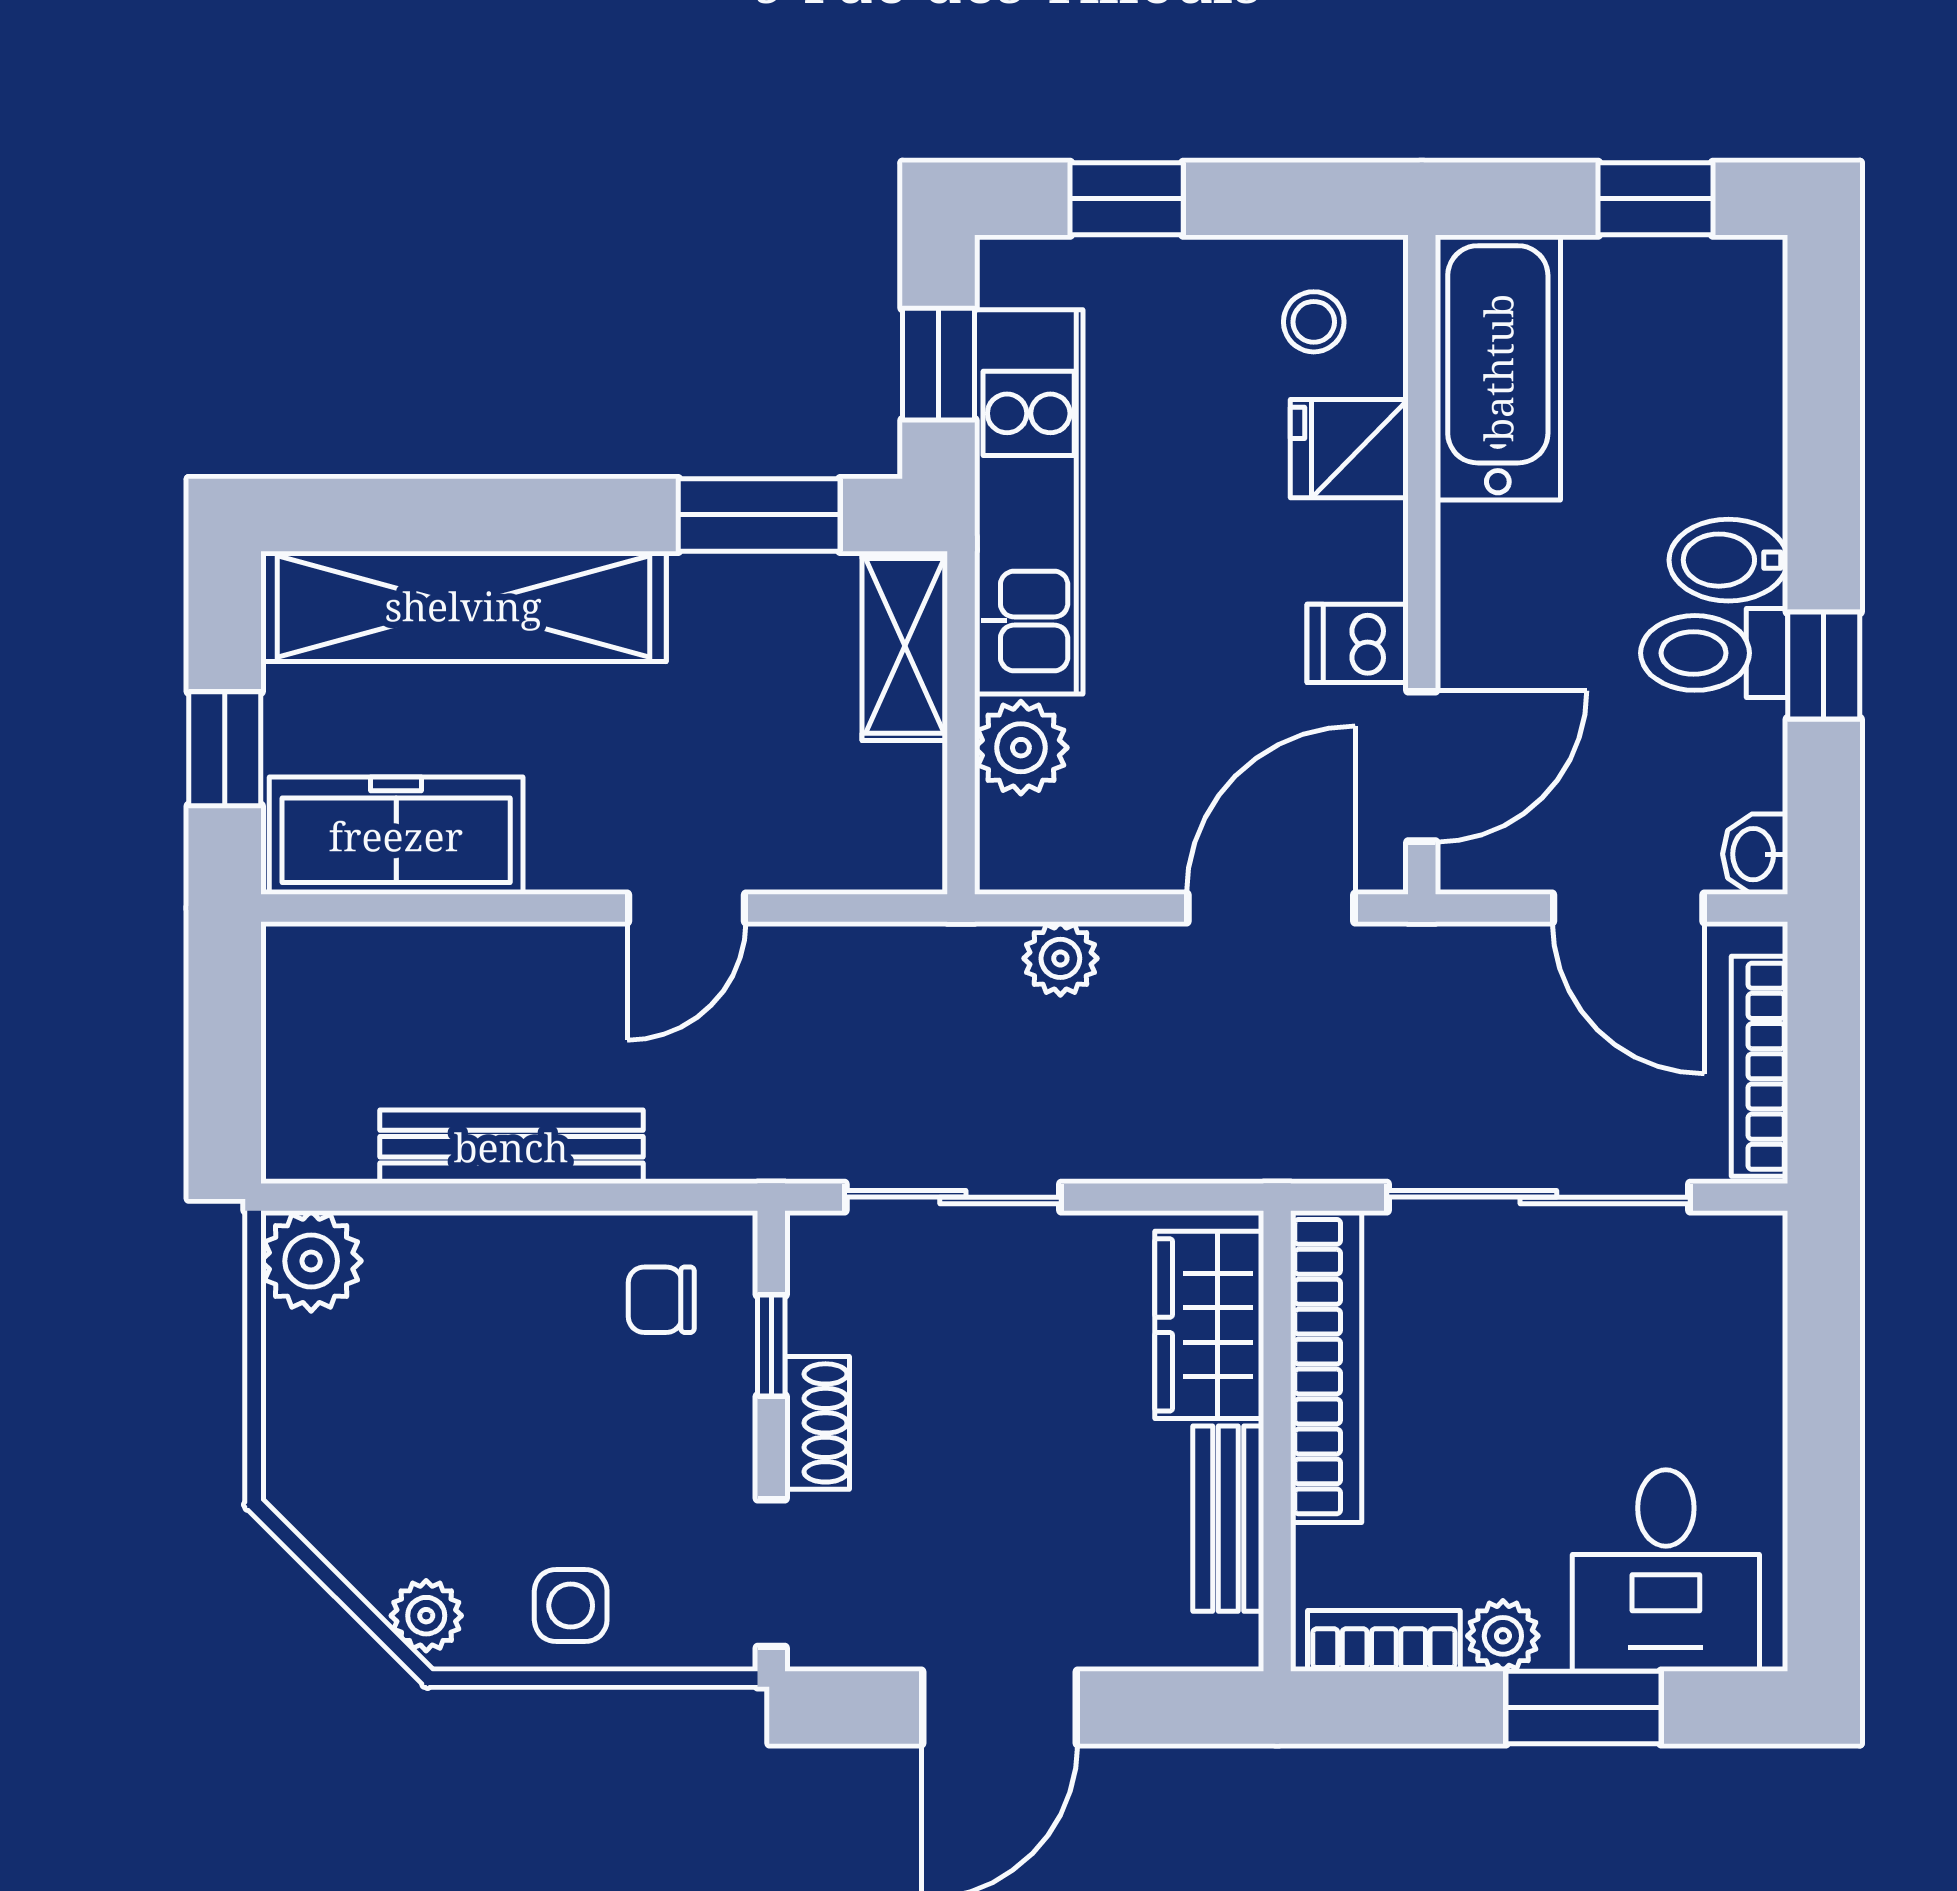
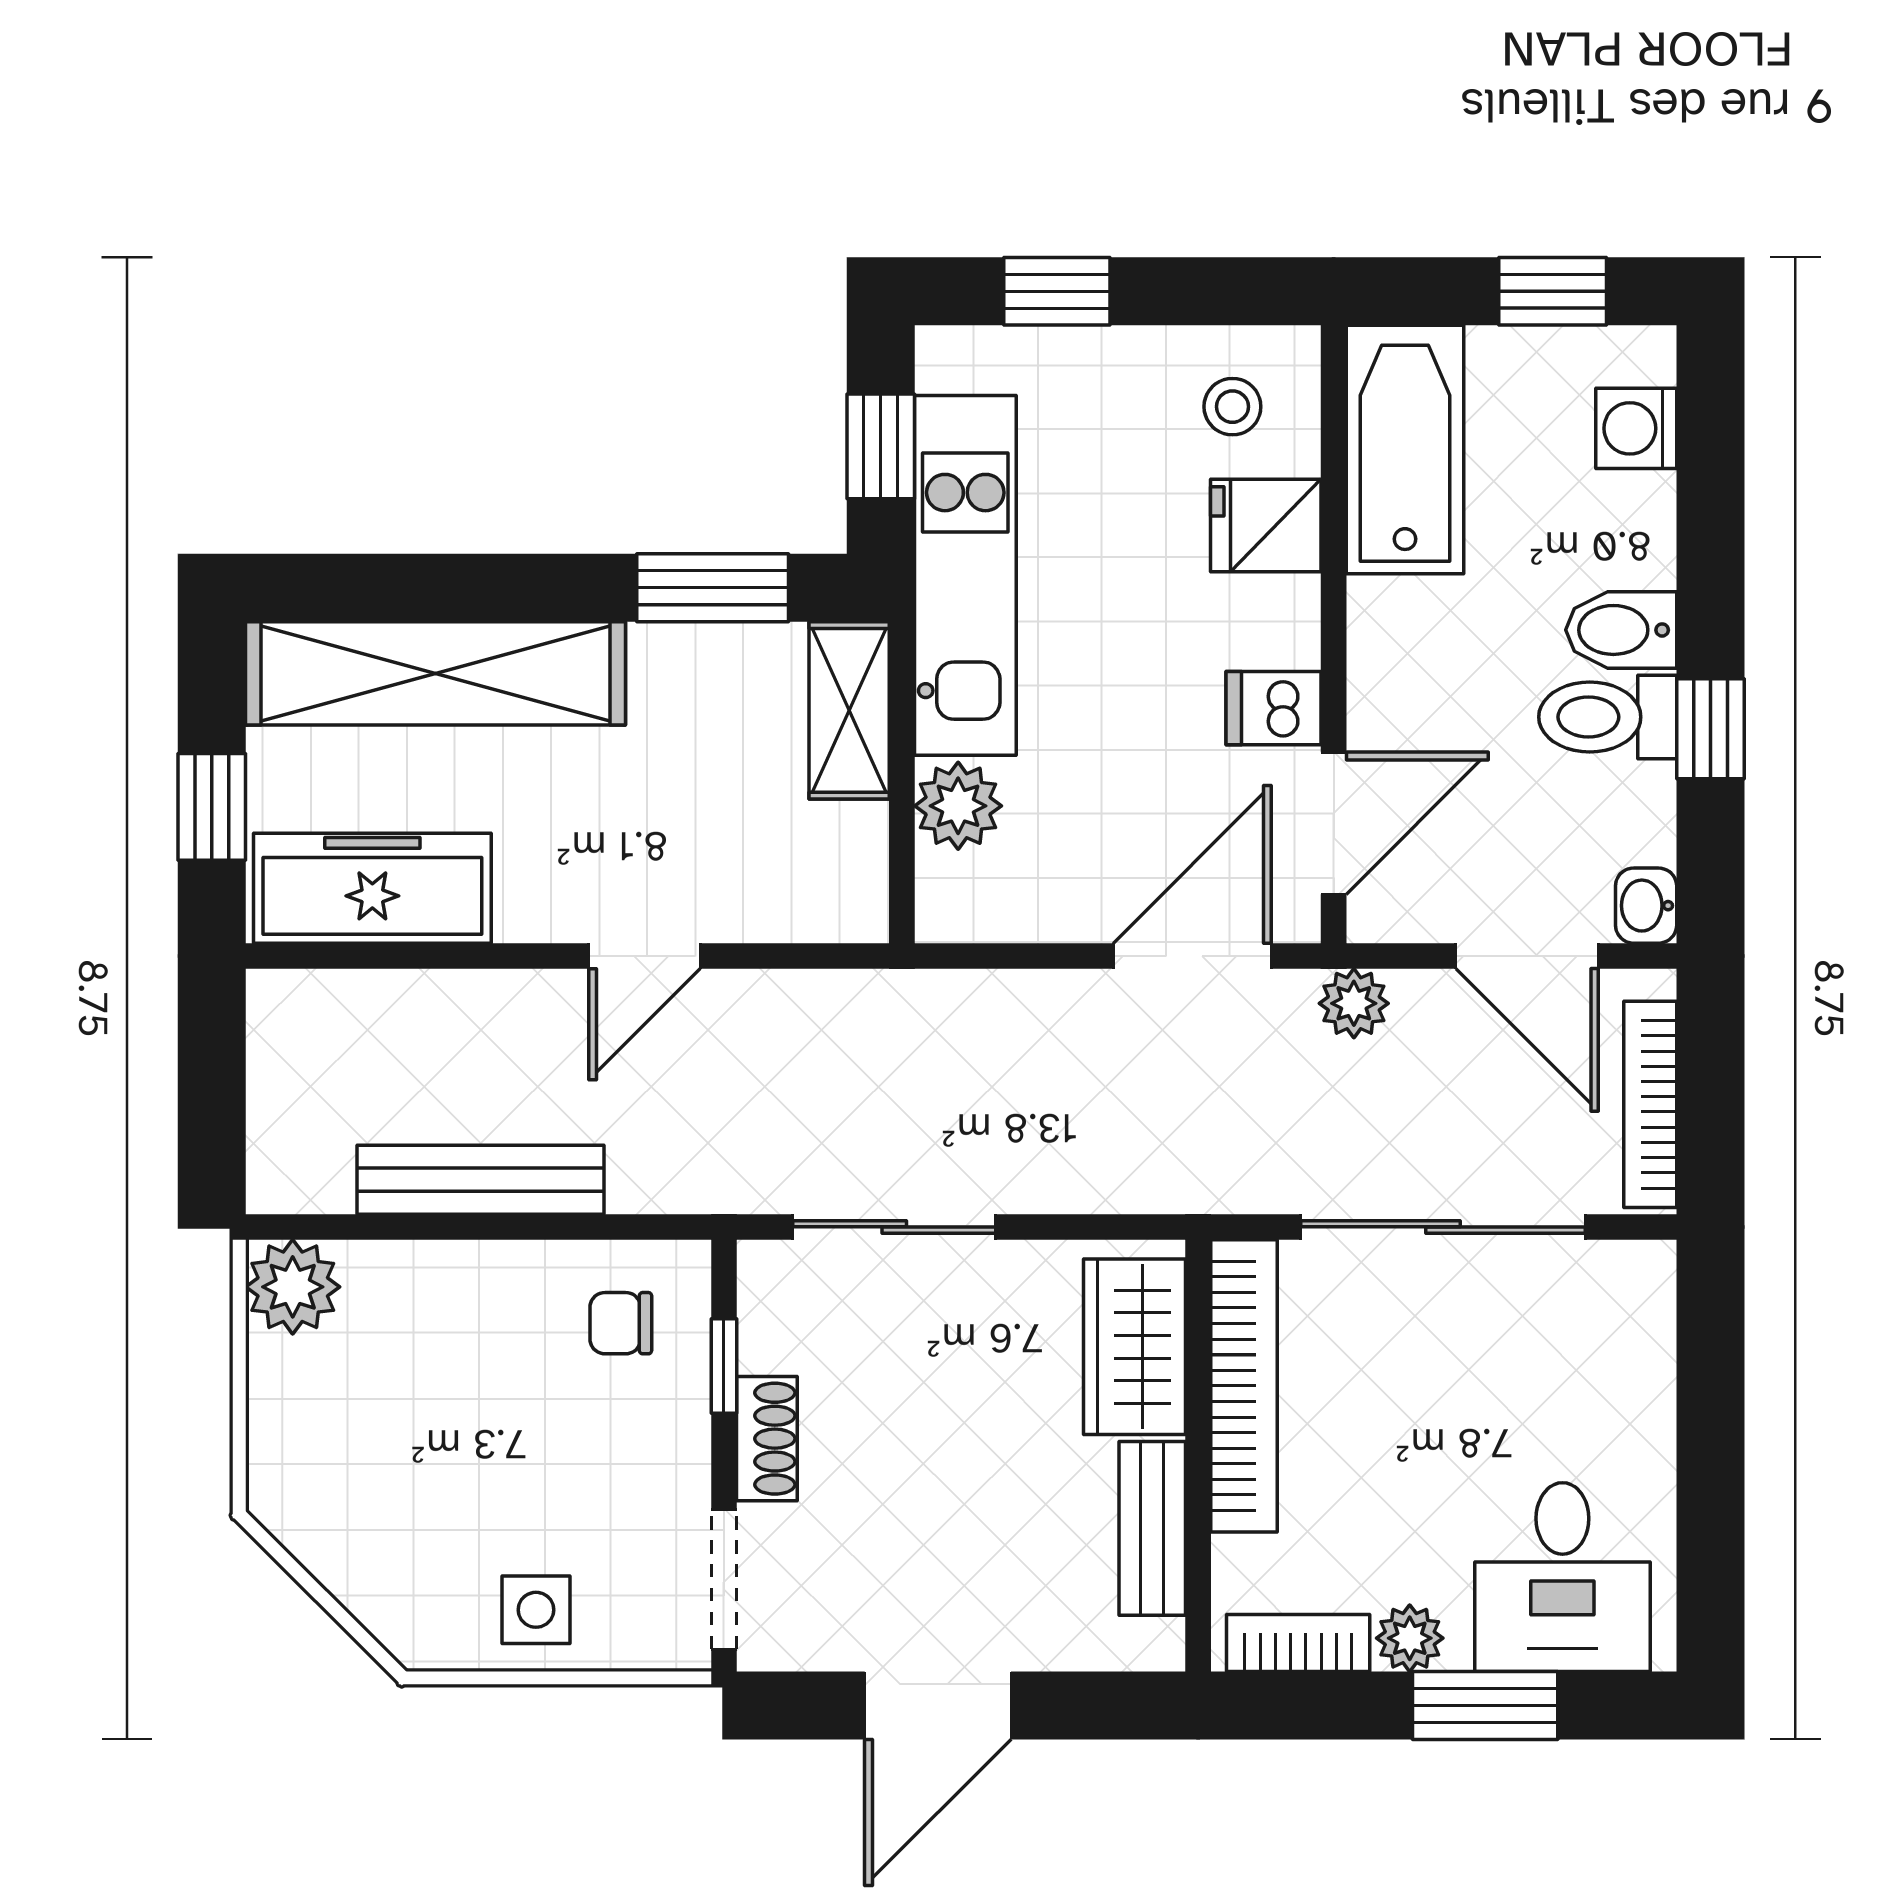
washing machine: (1745, 345) -> (1636, 428), added
plant: (1060, 958) -> (1354, 1003), moved
plant: (426, 1616) -> (401, 1619), removed

